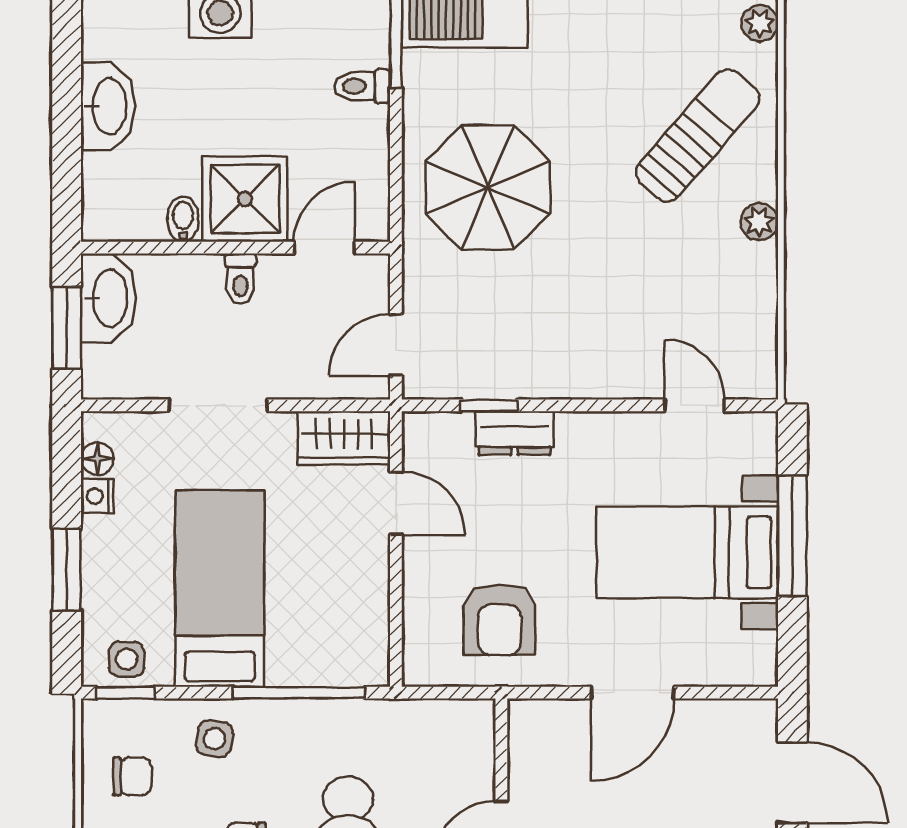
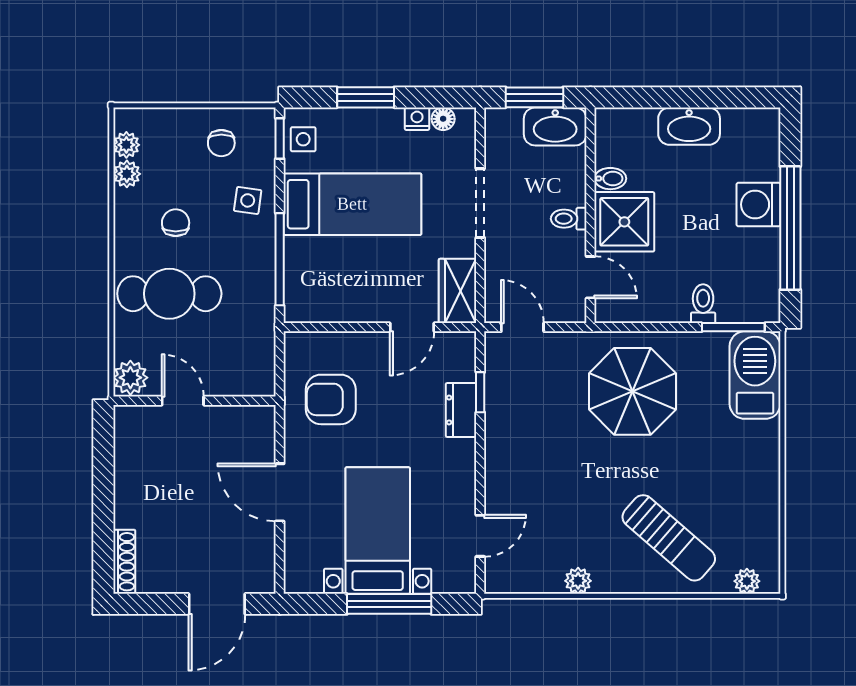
plant: (759, 222) -> (578, 581), moved

